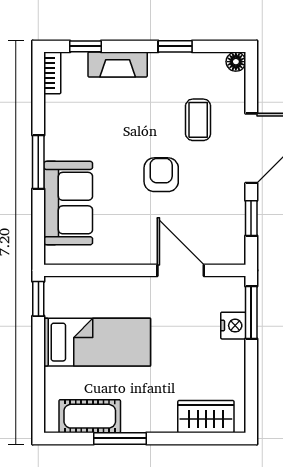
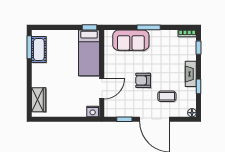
fireplace: (118, 65) -> (191, 74), moved
armchair: (161, 175) -> (143, 80), turned 180
window: (251, 312) -> (84, 119), removed
nightstand: (233, 326) -> (93, 111), moved
bed: (97, 342) -> (89, 53), moved
window: (120, 438) -> (29, 47), moved

